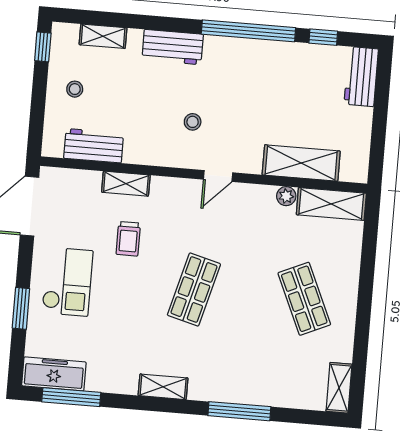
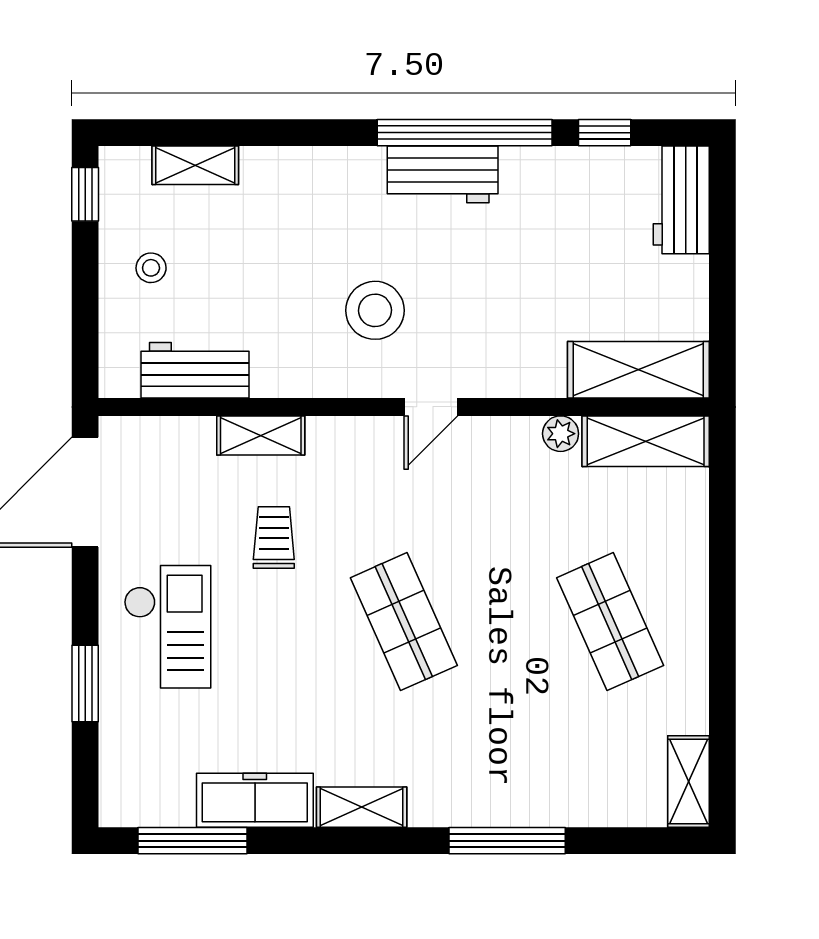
workbench: (173, 47) -> (443, 174), moved
stool: (193, 122) -> (375, 310), width x1.89, depth x1.89
shelving: (301, 163) -> (638, 370), moved
trolley: (128, 239) -> (274, 537), turned 180
shop shelf: (194, 290) -> (404, 622), turned -39
freezer: (54, 374) -> (255, 800), moved

